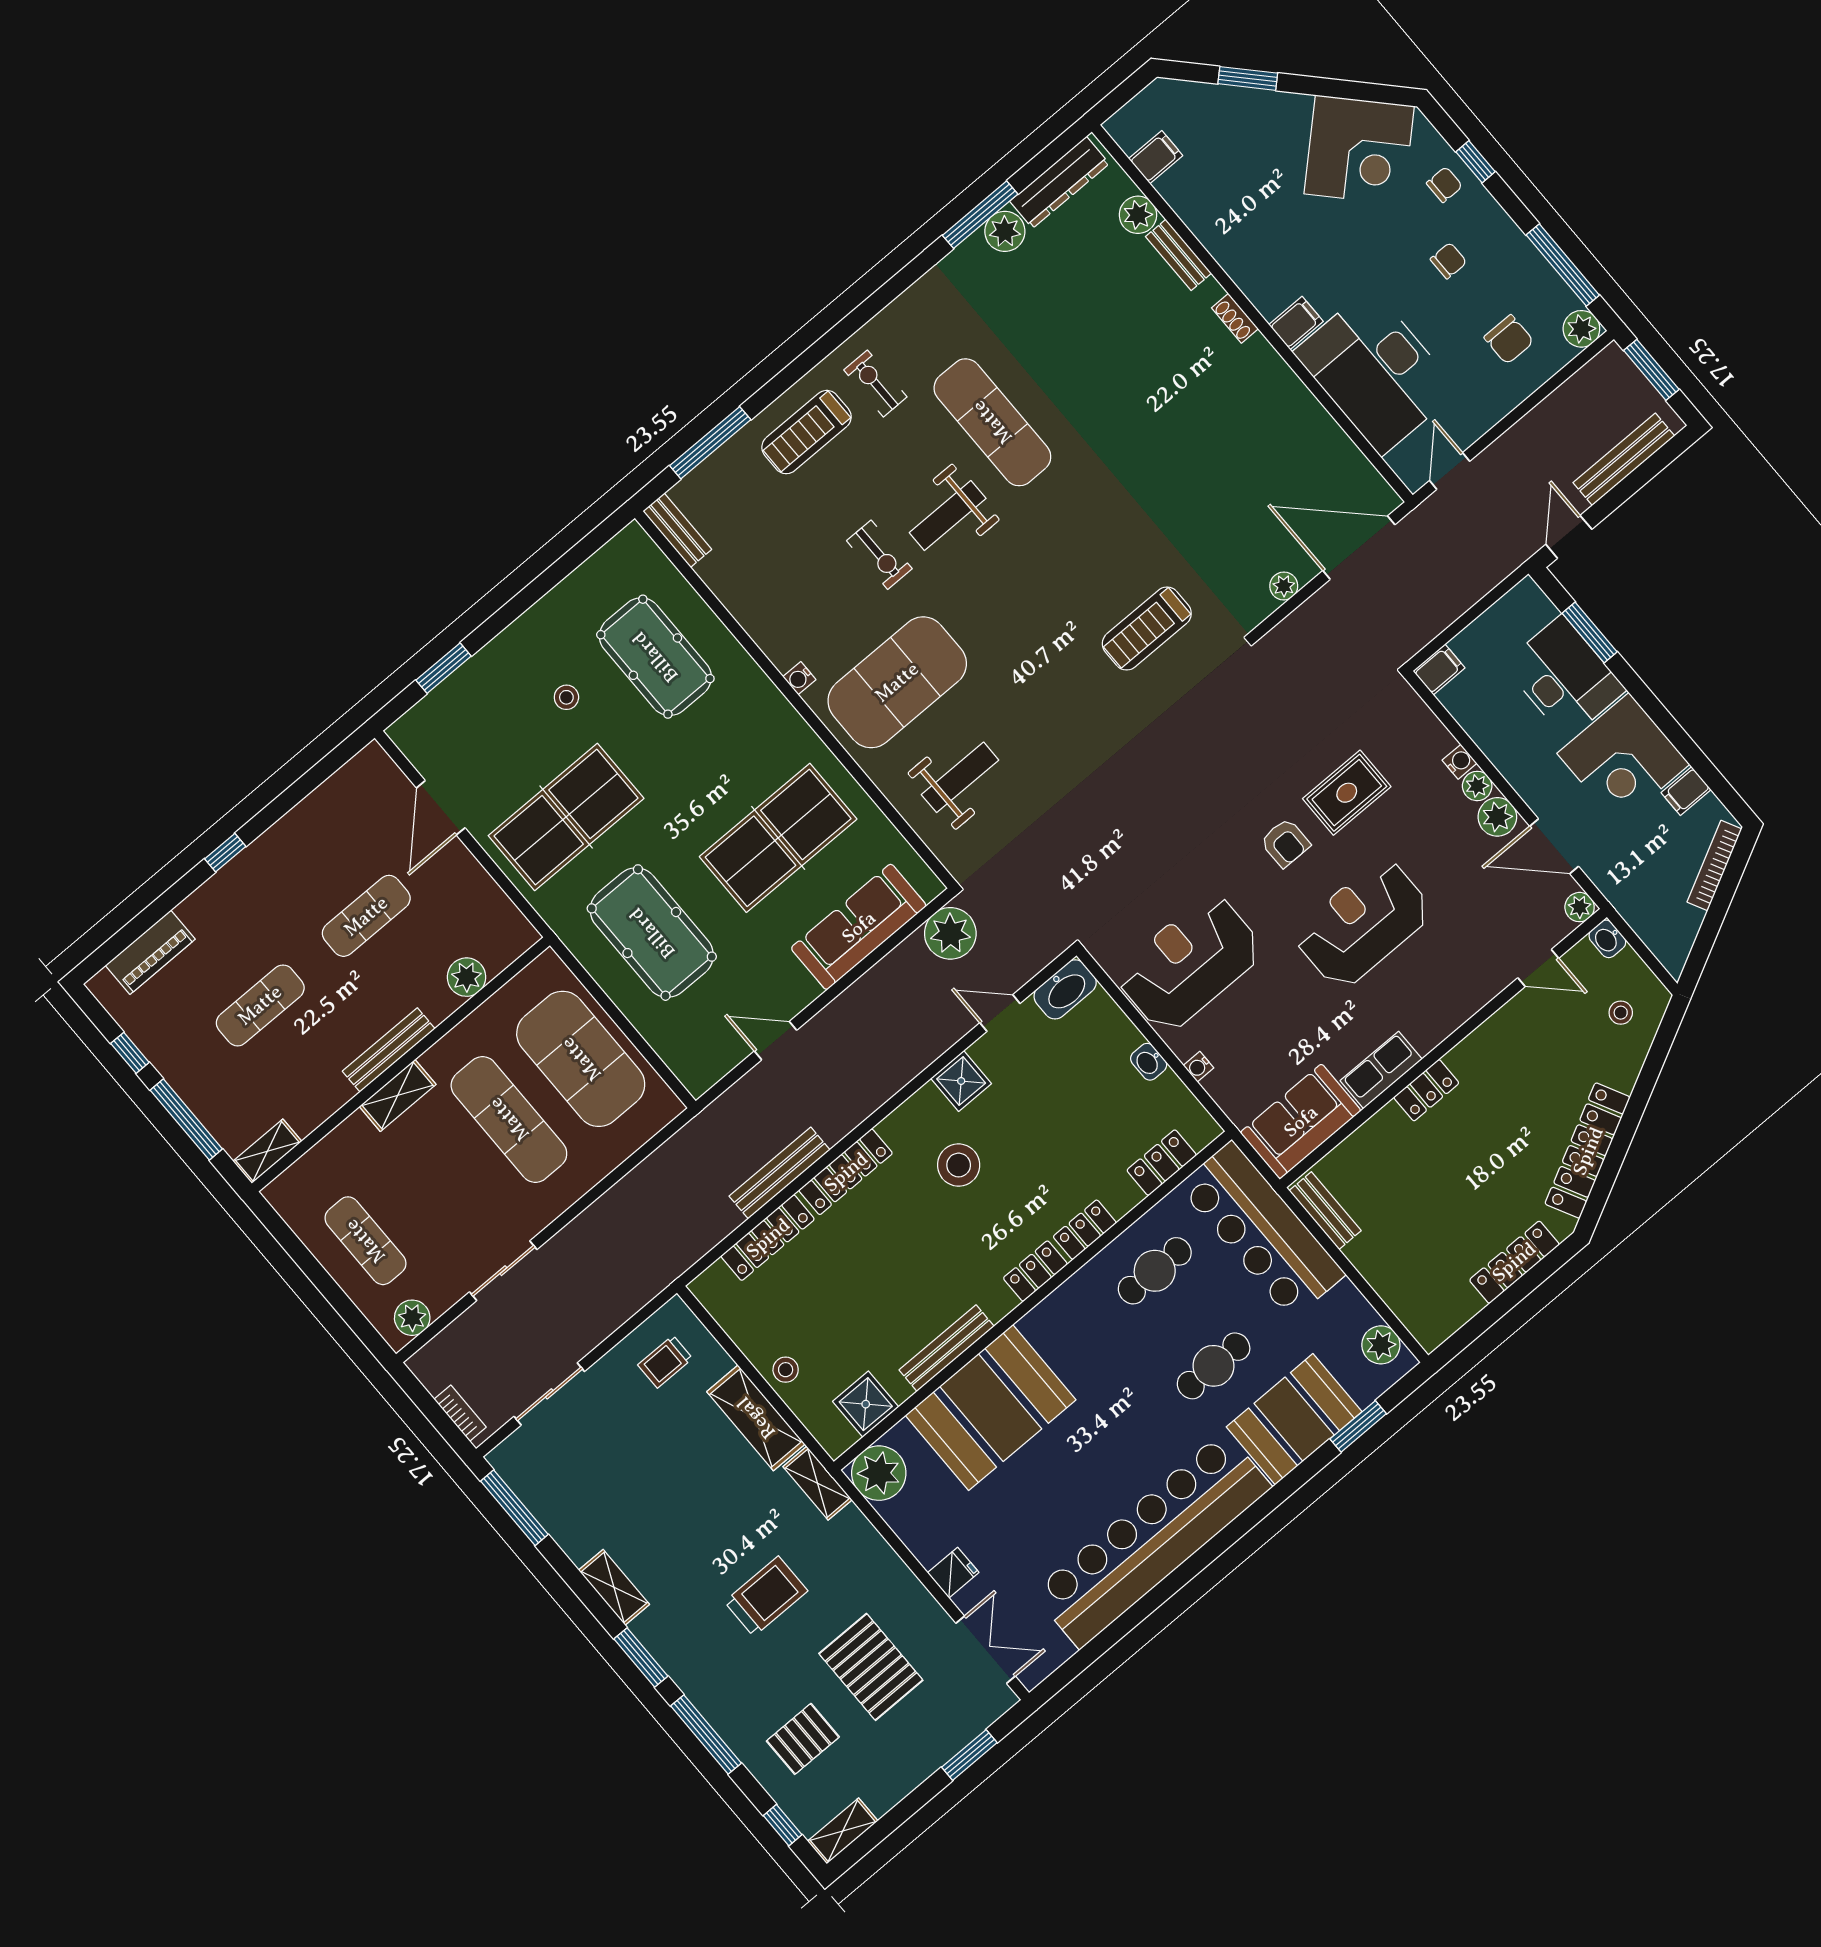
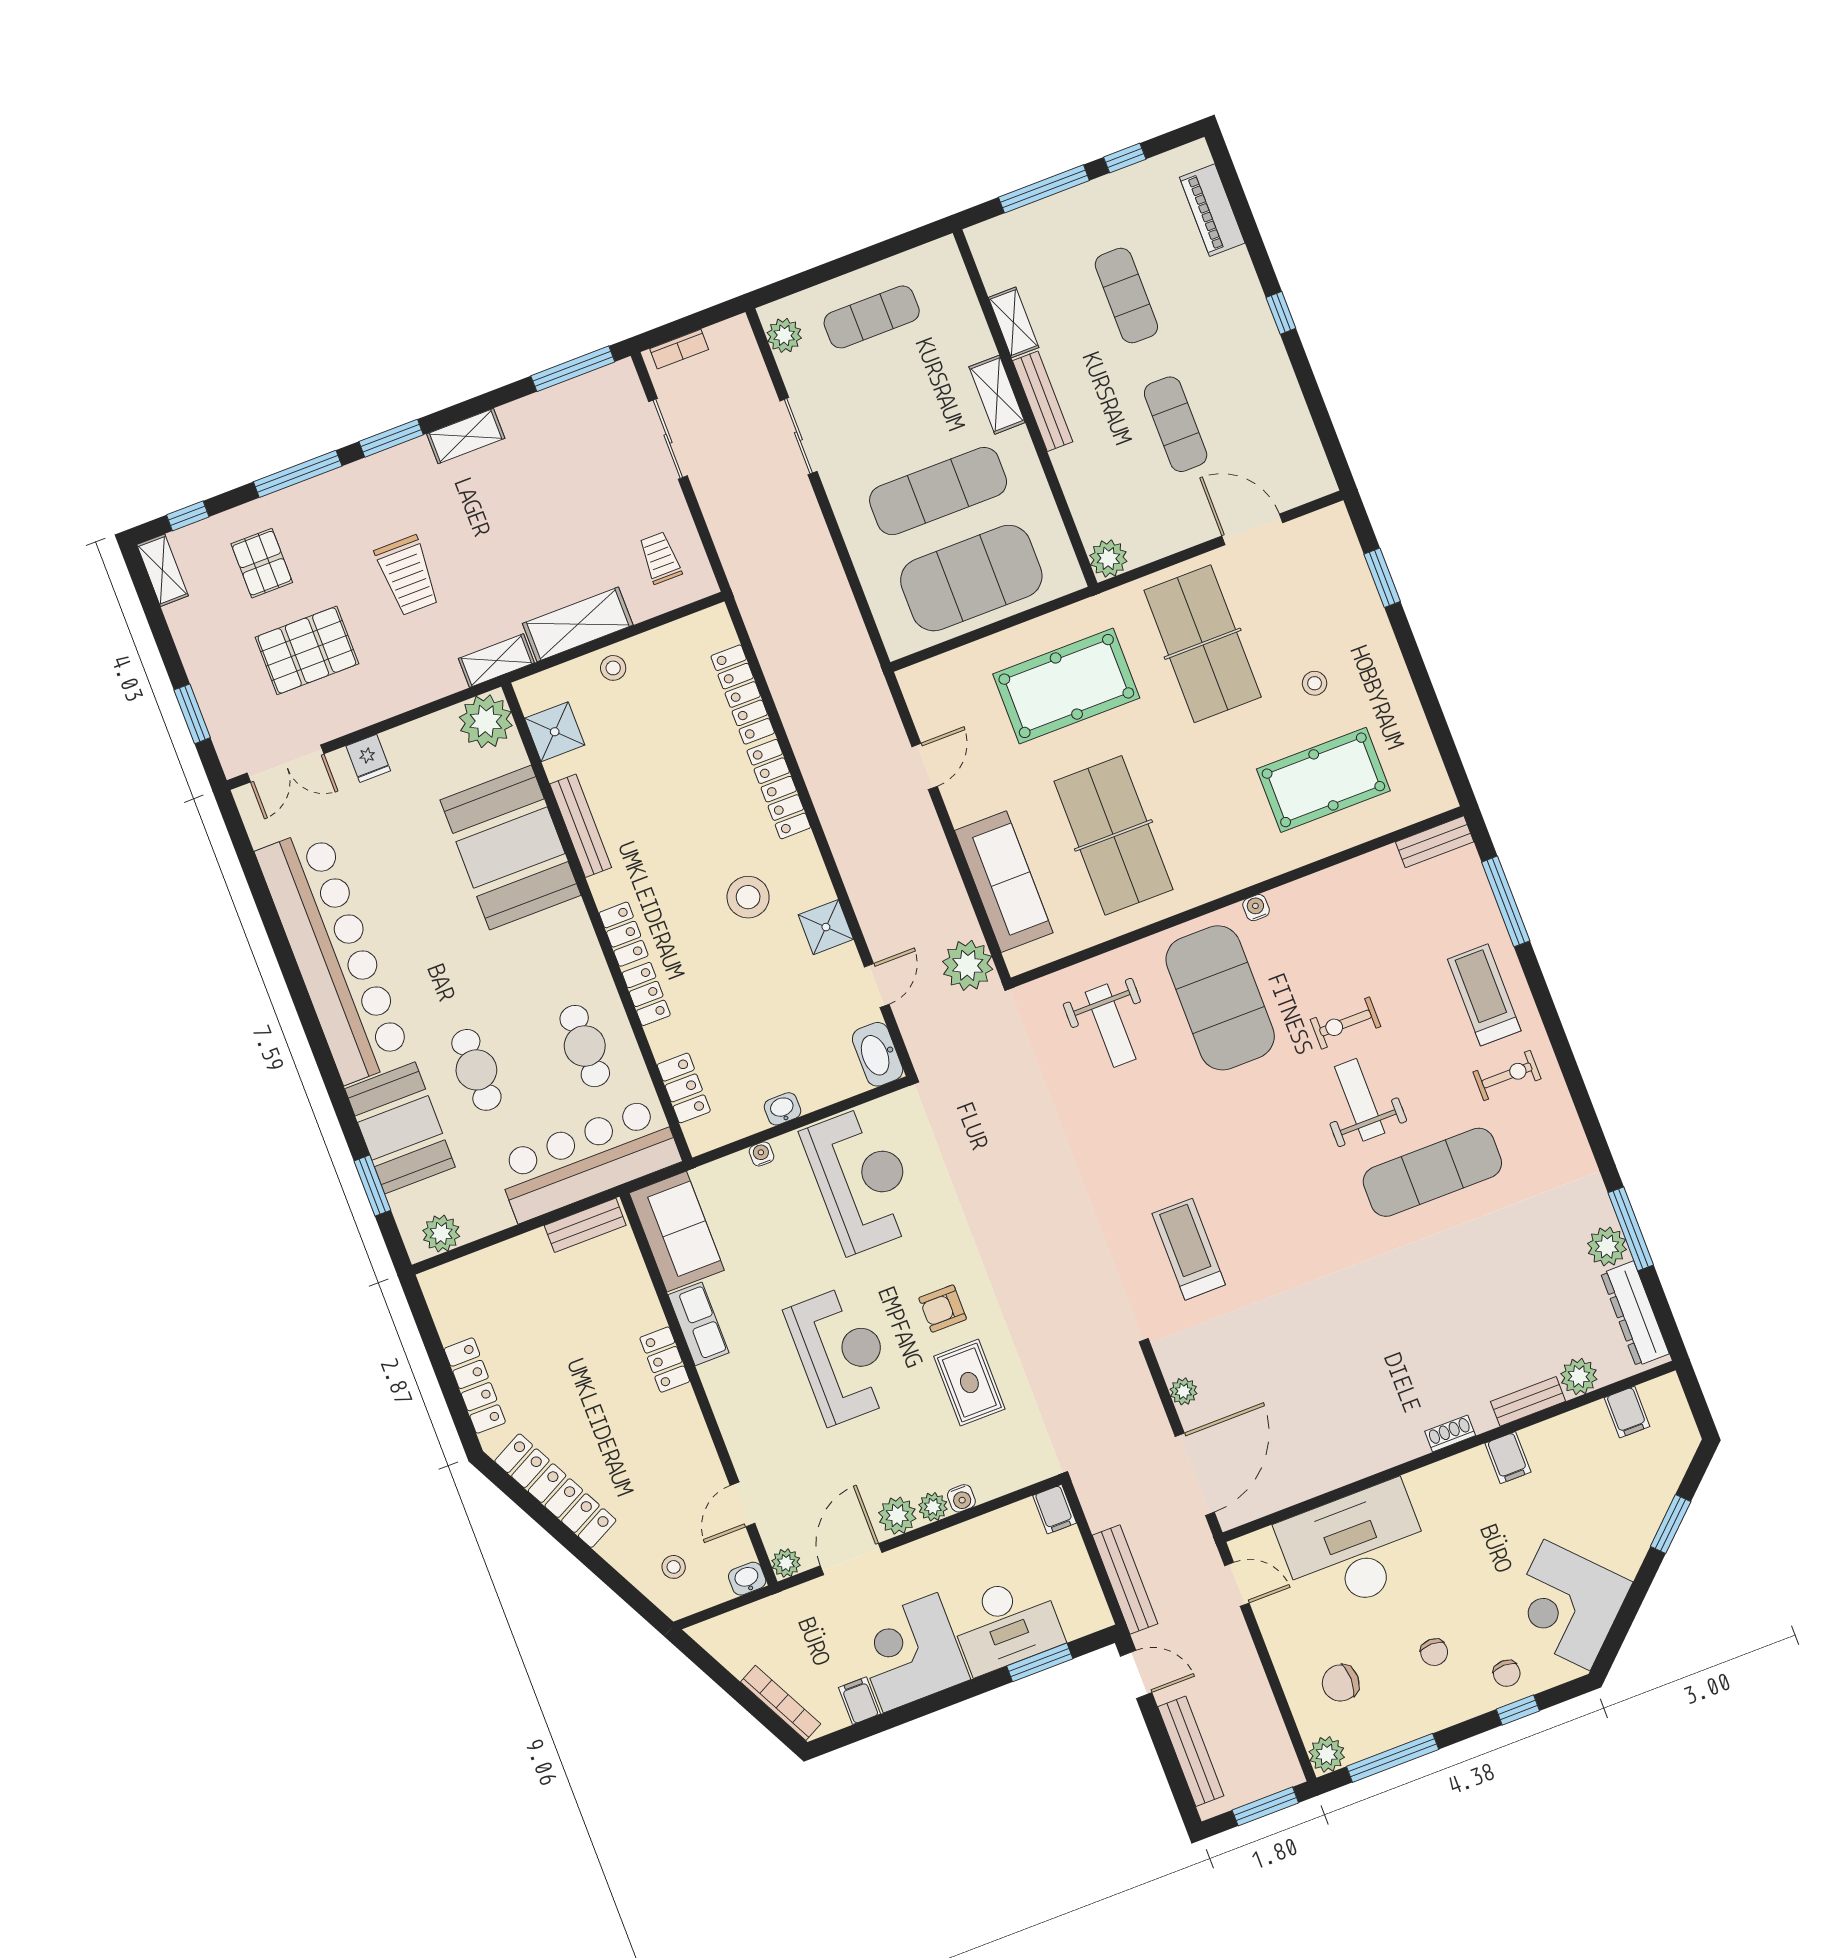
filing cabinet: (1296, 323) -> (1508, 1458), moved
plant: (467, 977) -> (1108, 558), moved
shelving: (267, 1151) -> (1014, 322), moved
bench: (780, 1173) -> (1125, 1579), moved

